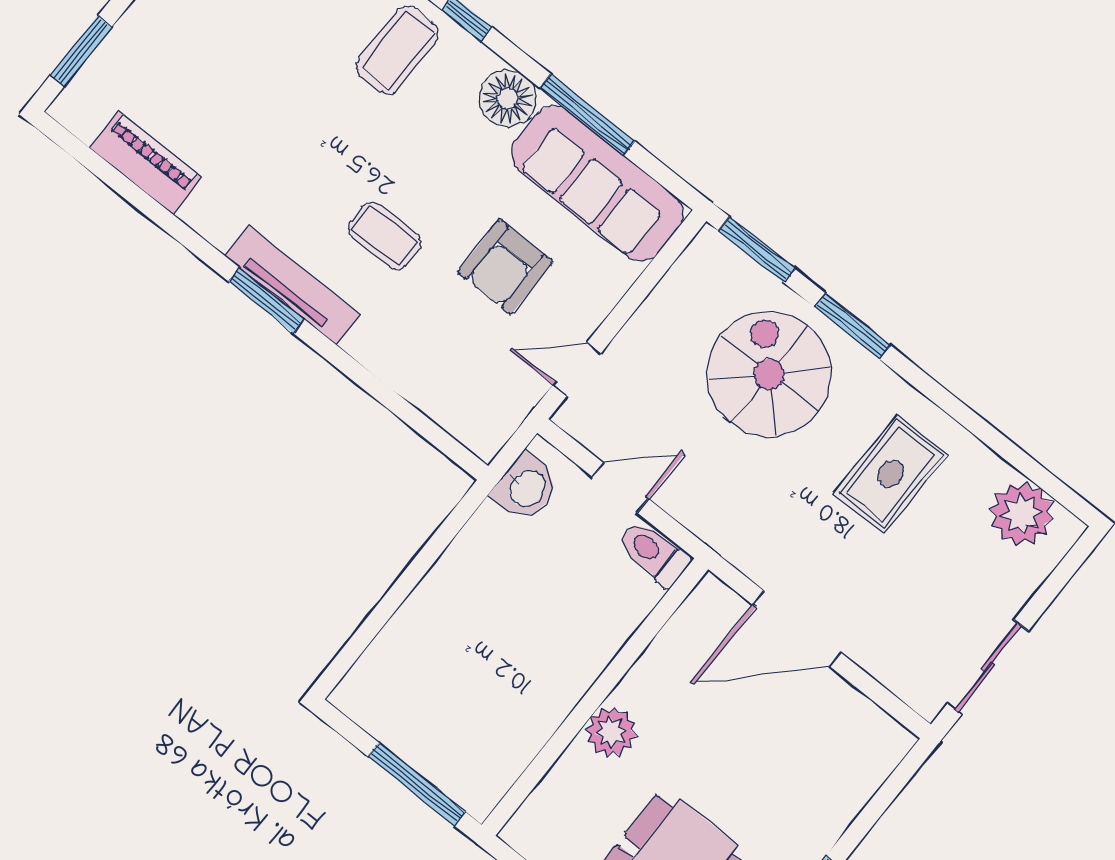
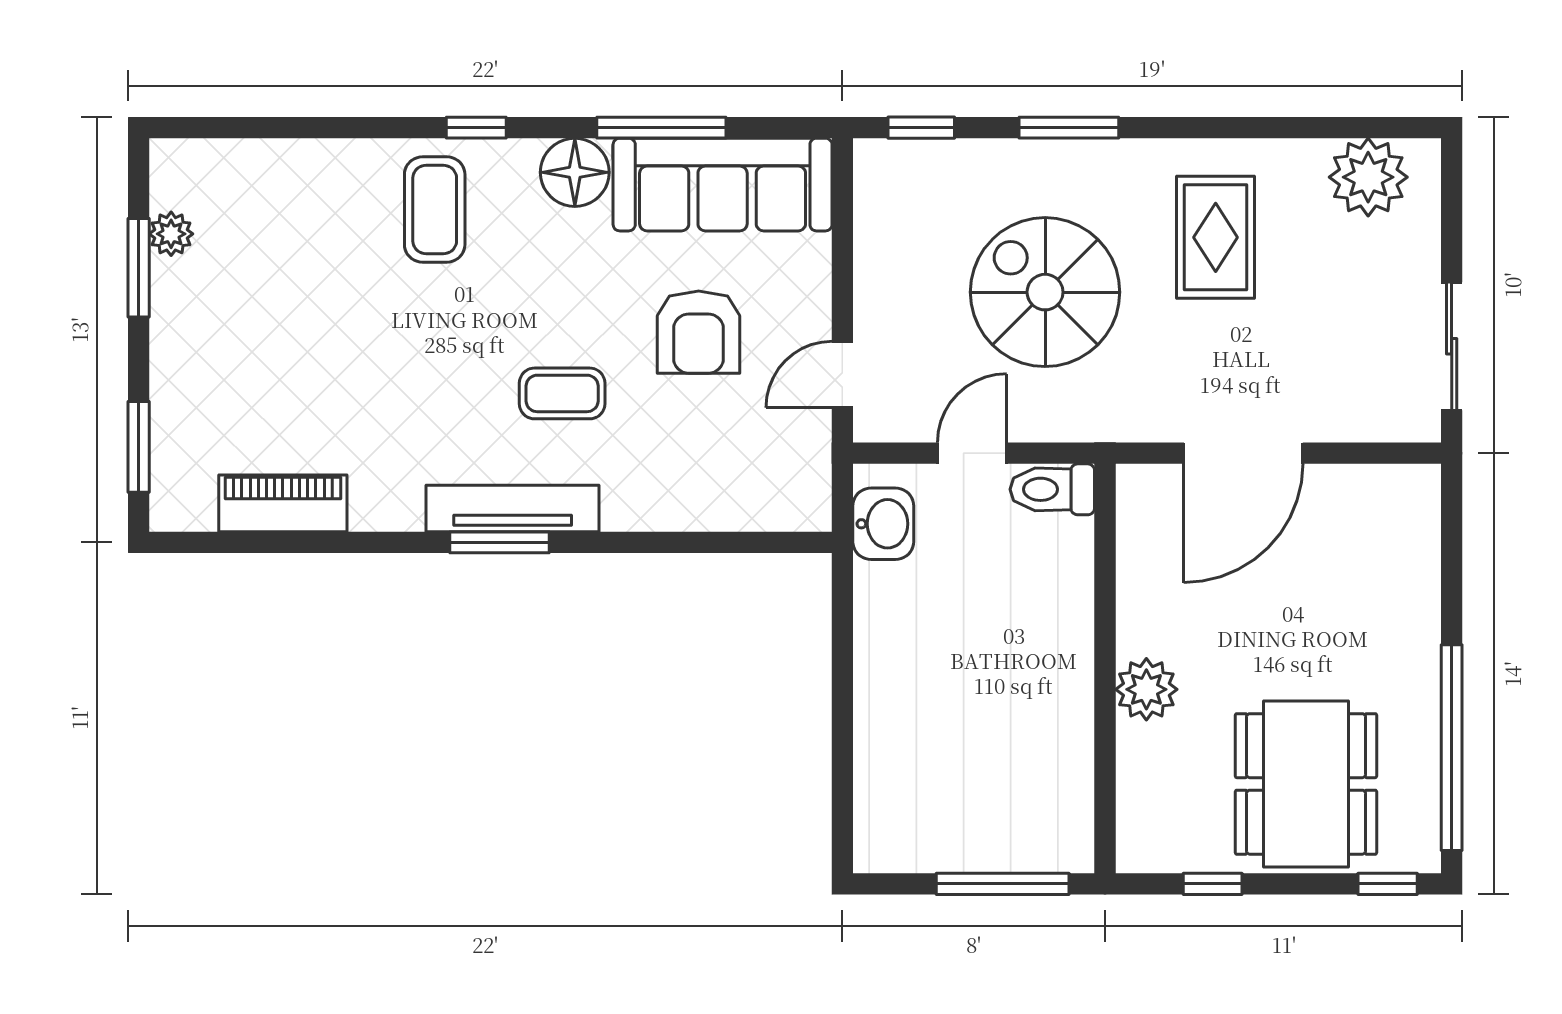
window: (756, 250) -> (921, 128), width x0.67
spiral stairs: (769, 374) -> (1045, 292), moved

